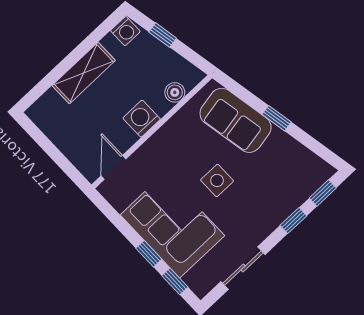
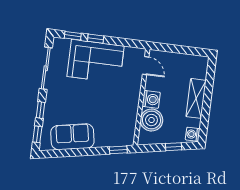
boiler: (175, 92) -> (151, 120), width x1.86, depth x1.86
window: (277, 118) -> (118, 150), moved
sofa: (236, 120) -> (72, 137), moved
side table: (217, 180) -> (92, 99), removed
sliding door: (243, 268) -> (46, 68), width x1.37

